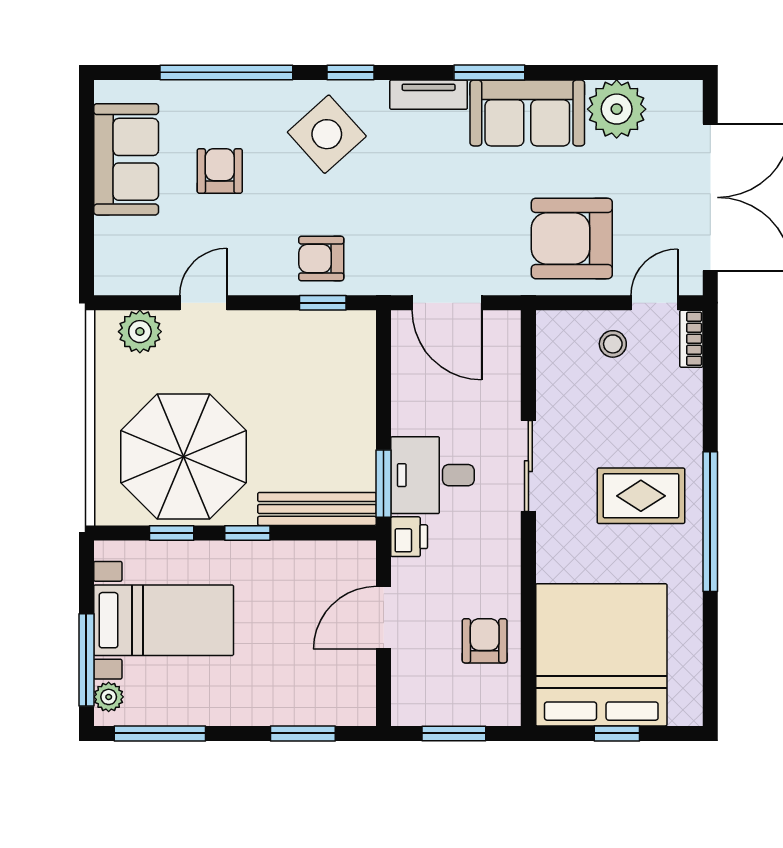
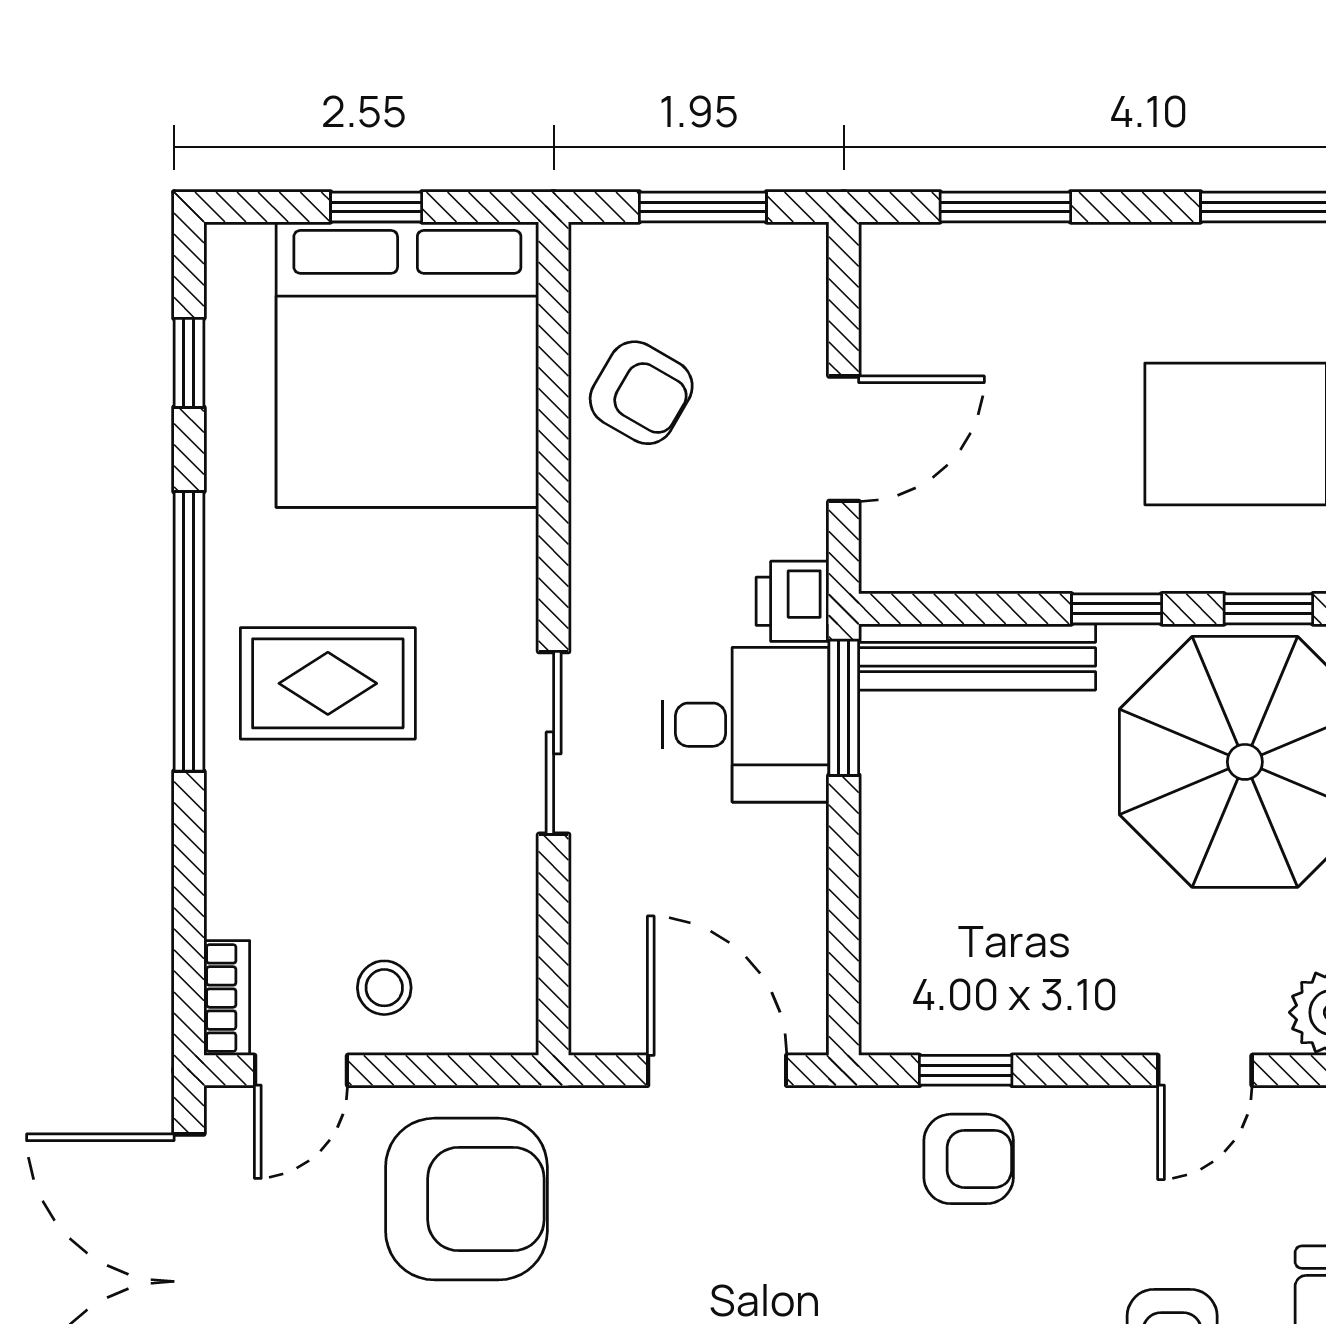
armchair: (485, 641) -> (641, 393), turned -60
window: (710, 656) -> (189, 363), added

